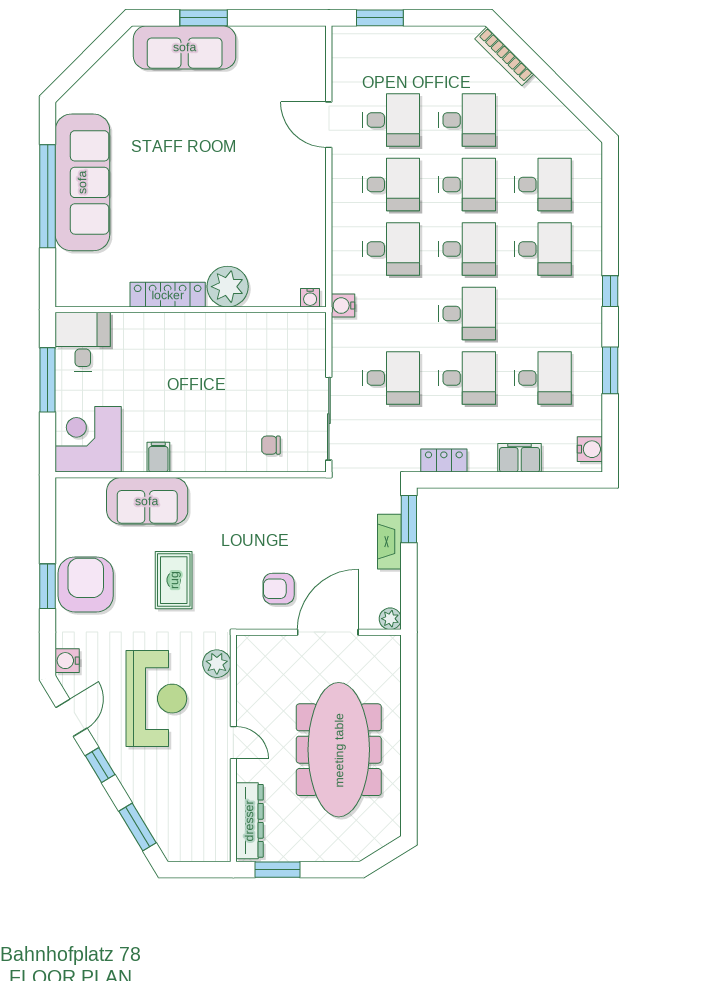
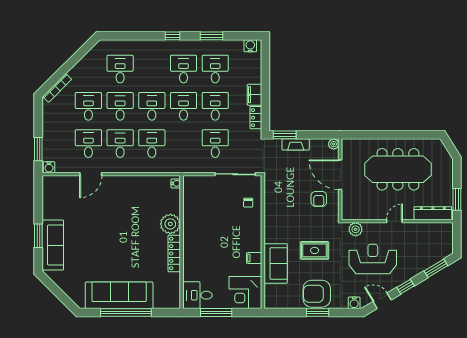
desk: (543, 249) -> (184, 69), moved
water cooler: (343, 306) -> (49, 167), moved
filing cabinet: (520, 458) -> (254, 95), moved

